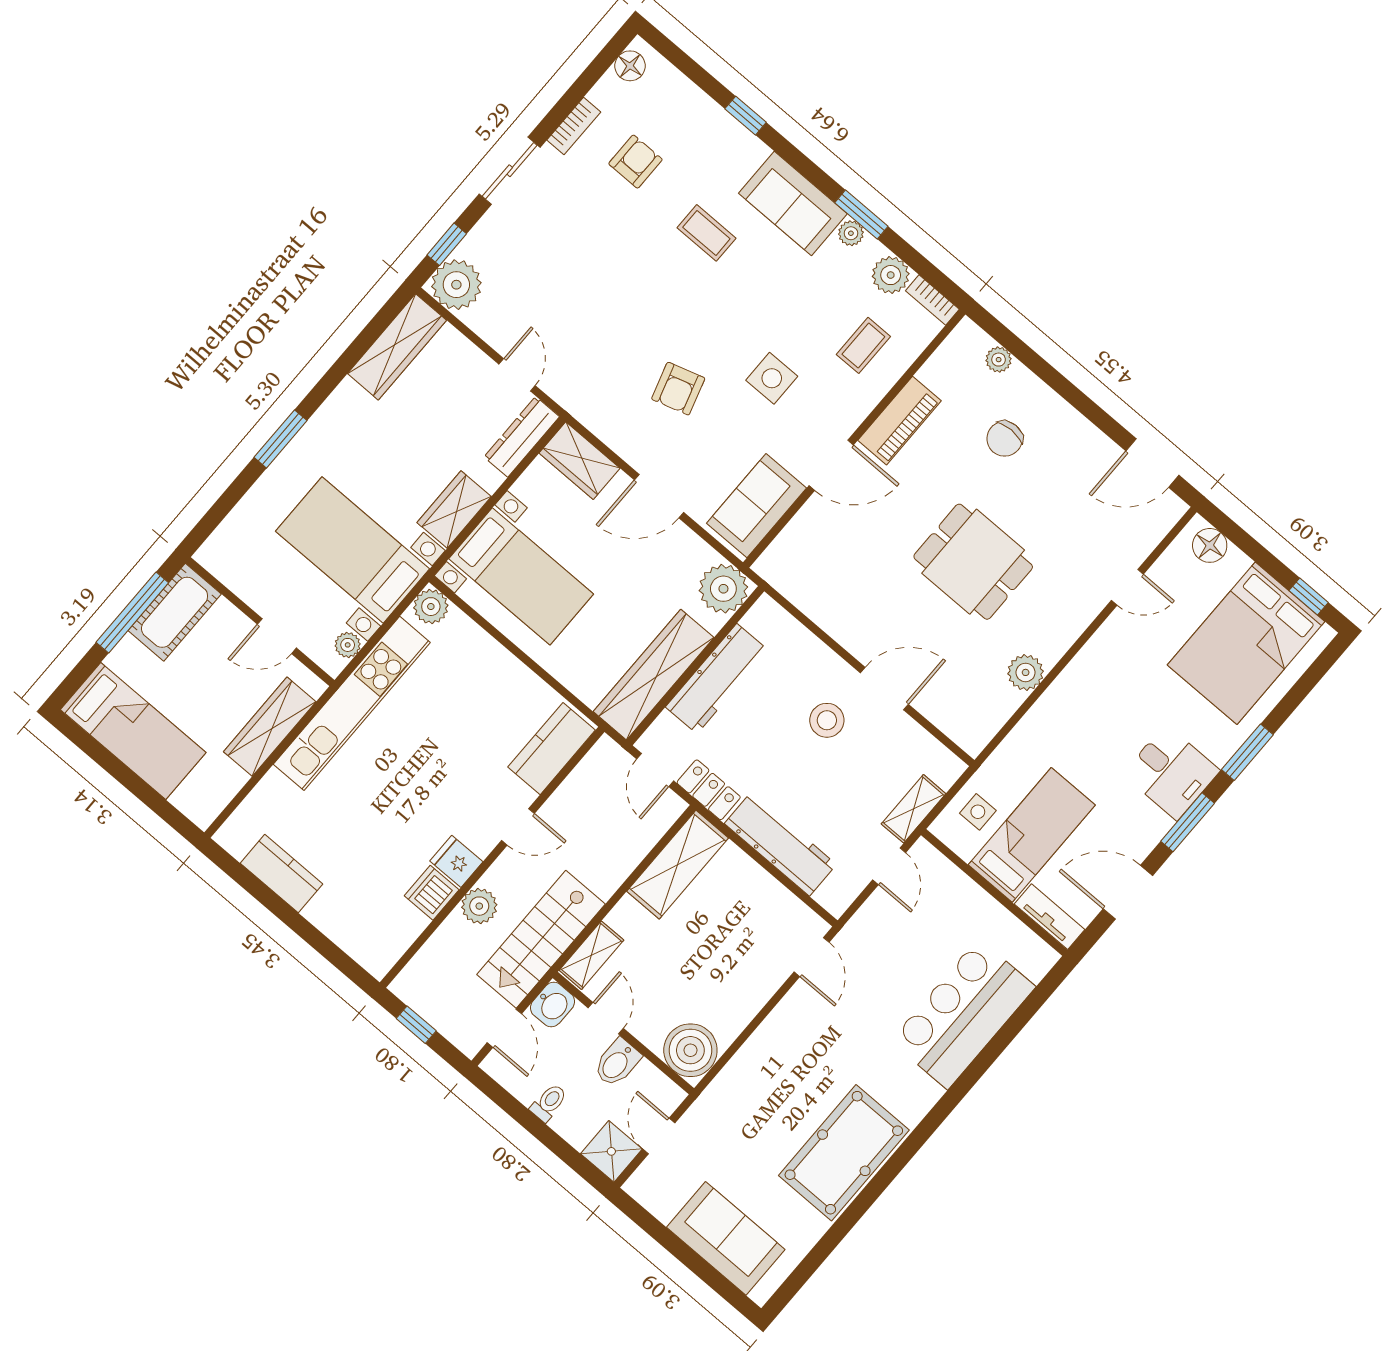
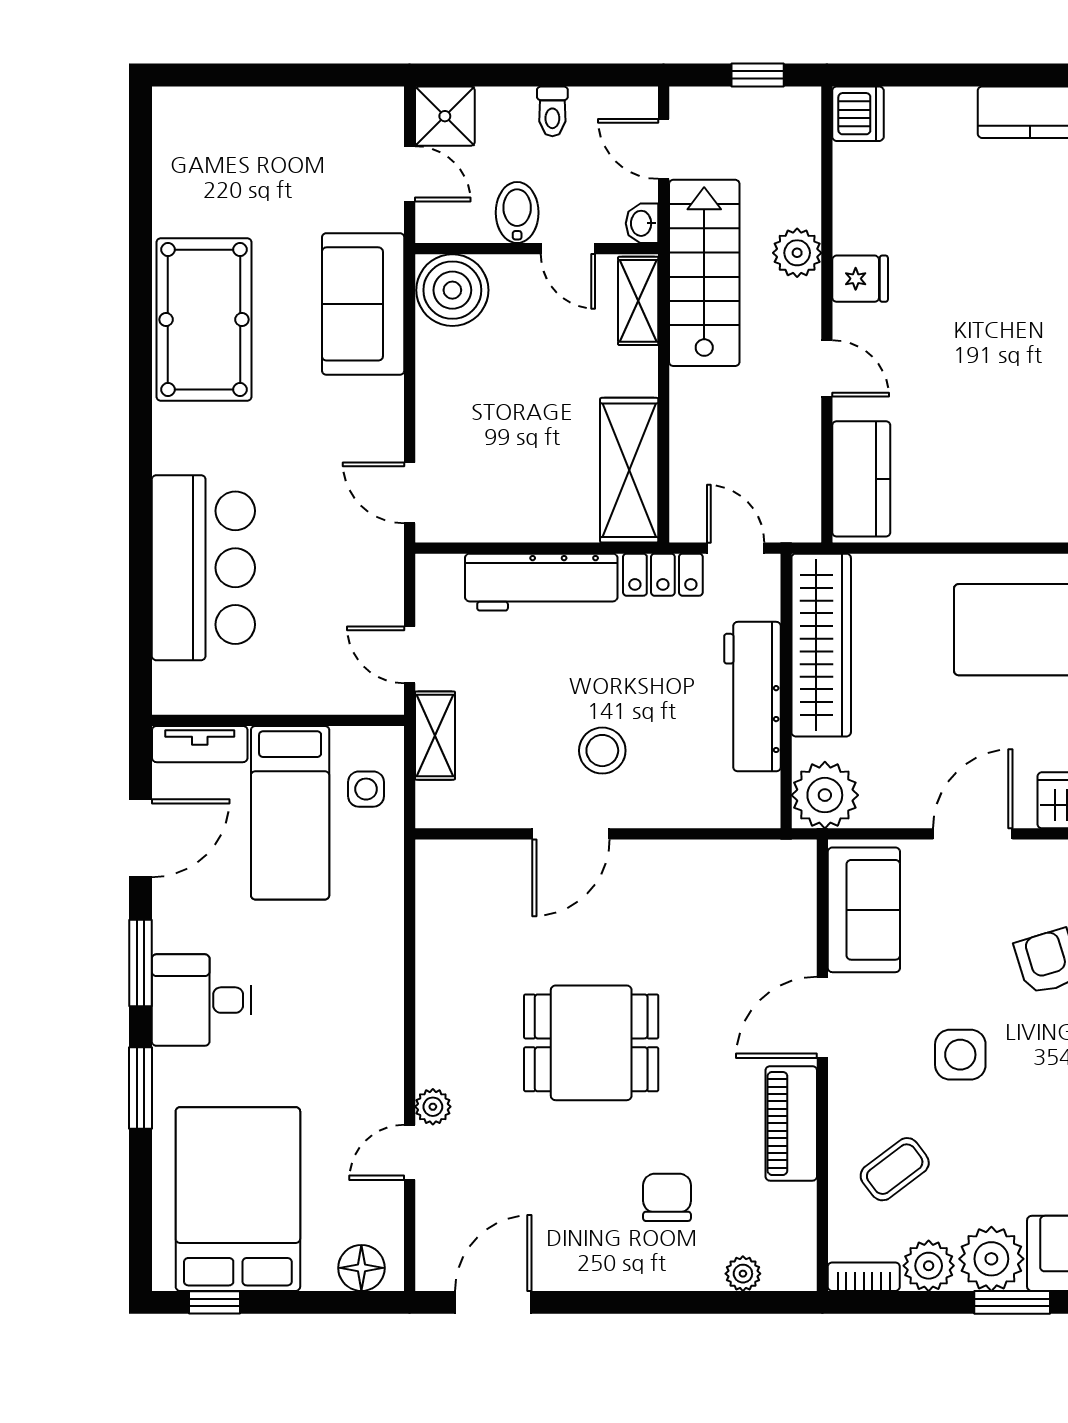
plant: (851, 233) -> (991, 1259), width x1.87, depth x1.87
coffee table: (863, 345) -> (895, 1169), turned 53
plant: (1026, 672) -> (433, 1107), moved, width x0.73, depth x0.73
door: (518, 827) -> (827, 368), swing flipped
dishwasher: (432, 893) -> (858, 114), moved
washbasin: (552, 1005) -> (642, 223), width x0.72, depth x0.69
sofa: (726, 1238) -> (363, 304), moved, turned 90

